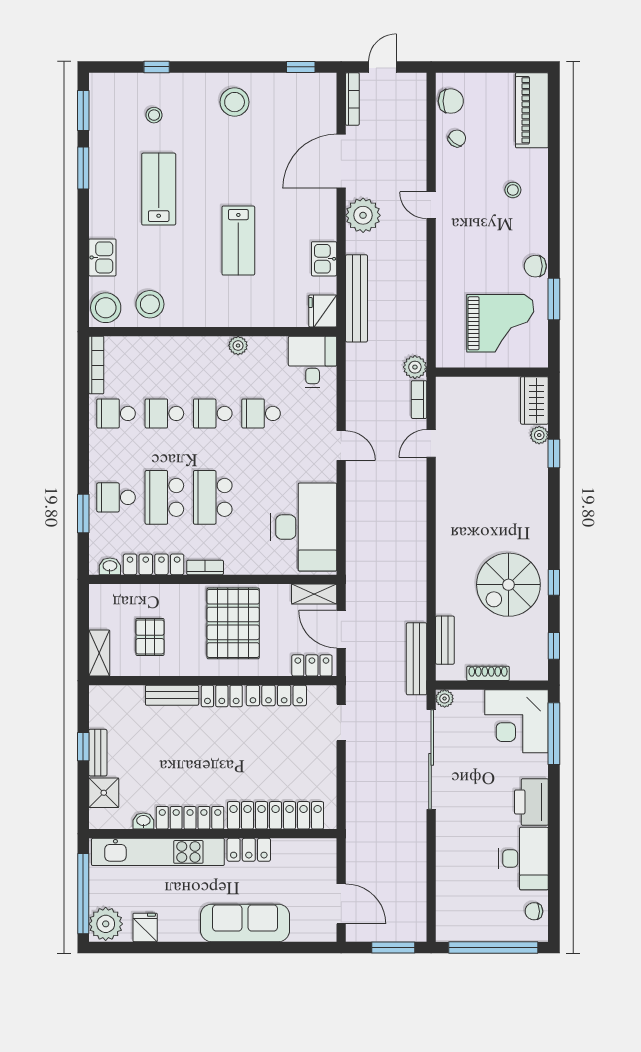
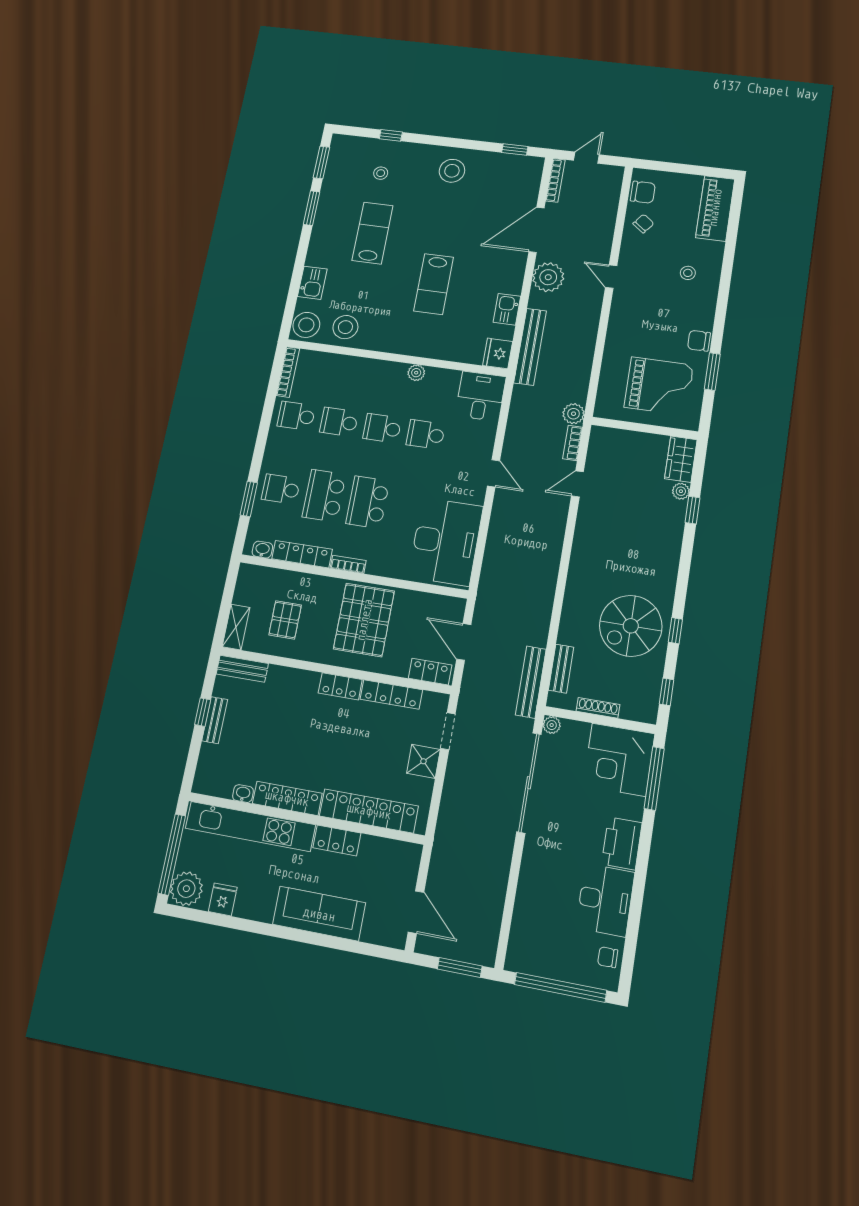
shelving: (314, 594) -> (444, 605), removed
bench: (172, 695) -> (242, 669), moved
shower: (104, 793) -> (423, 761), moved

